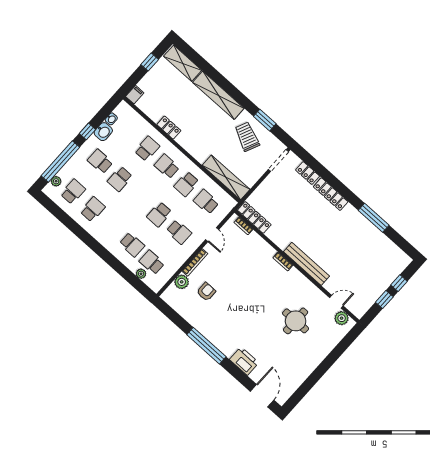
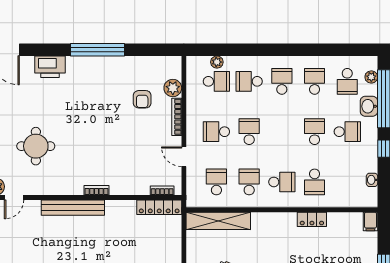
washbasin: (103, 132) -> (369, 106), moved
school desk: (206, 202) -> (216, 182), turned -90
school desk: (93, 209) -> (315, 81), turned 180
school desk: (112, 227) -> (282, 81), added

